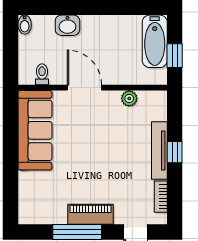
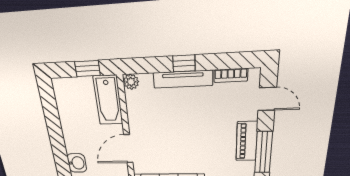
bathtub: (155, 41) -> (108, 100), moved, turned 90
plant: (129, 98) -> (131, 82), moved

